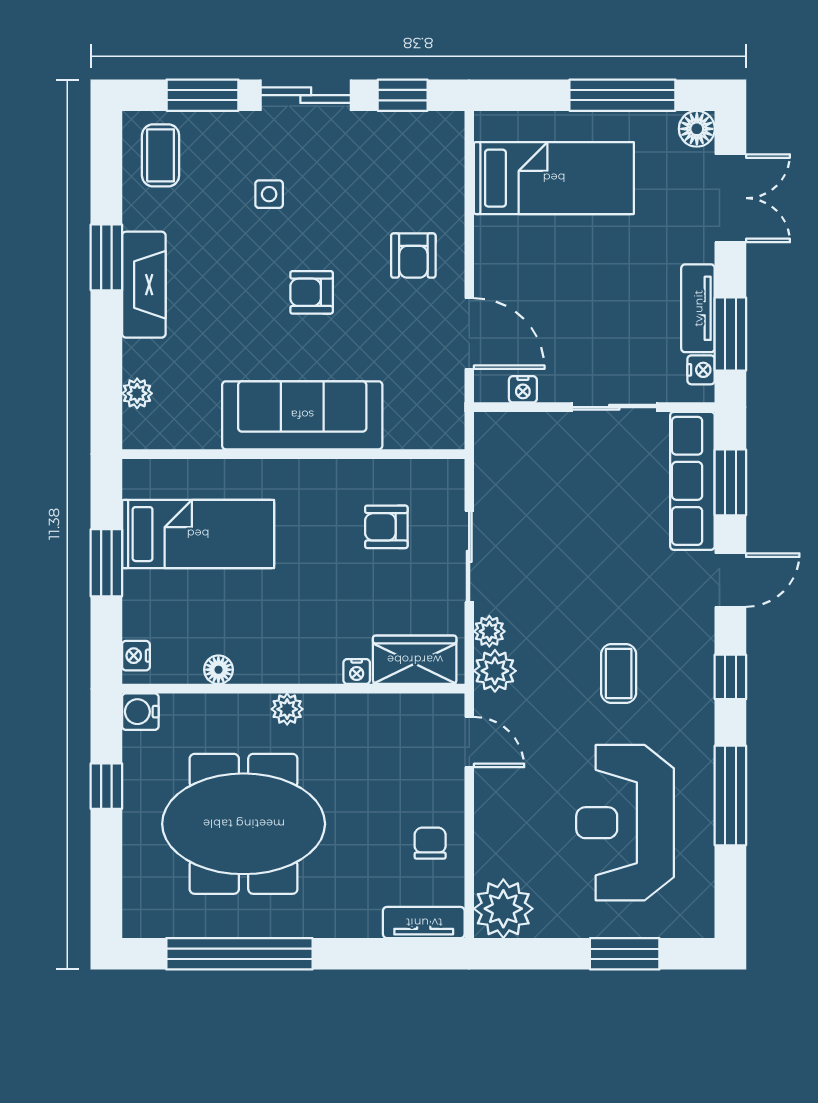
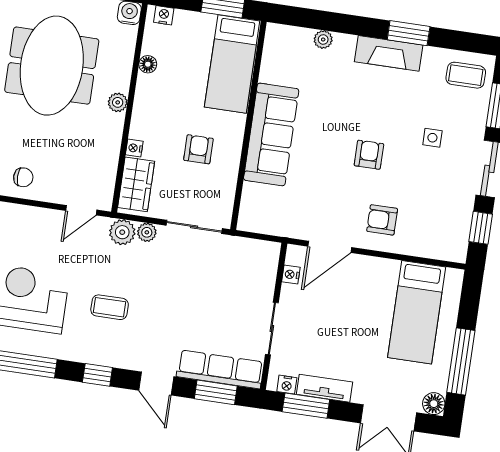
sofa: (302, 415) -> (271, 134), moved
wall: (293, 454) -> (248, 126), moved
armchair: (386, 527) -> (198, 149), moved

